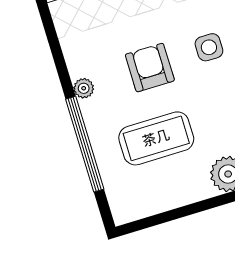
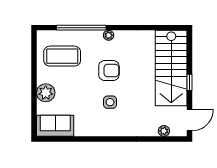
coffee table: (156, 138) -> (62, 56), moved, turned 90

